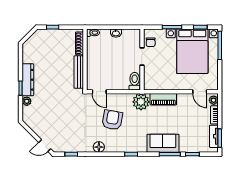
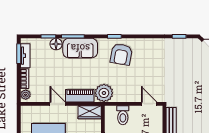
toilet: (135, 81) -> (123, 115), moved
wardrobe: (154, 84) -> (90, 112), added
door: (200, 92) -> (58, 104), moved
armchair: (112, 120) -> (121, 54), moved
floor lamp: (99, 147) -> (56, 44), moved

